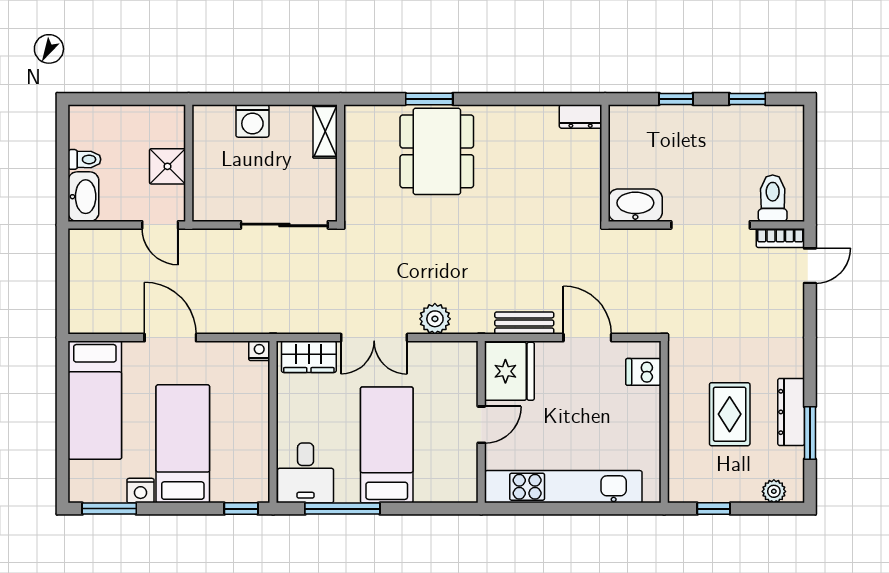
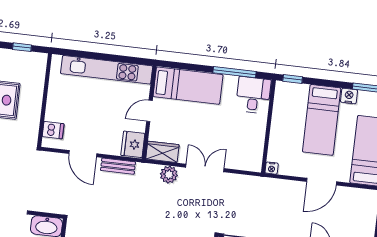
door: (170, 338) -> (322, 182), hinge flipped
wardrobe: (309, 357) -> (162, 152), moved
fridge: (509, 371) -> (133, 144), width x0.73, depth x0.75
bed: (387, 445) -> (188, 86), moved, turned -90

